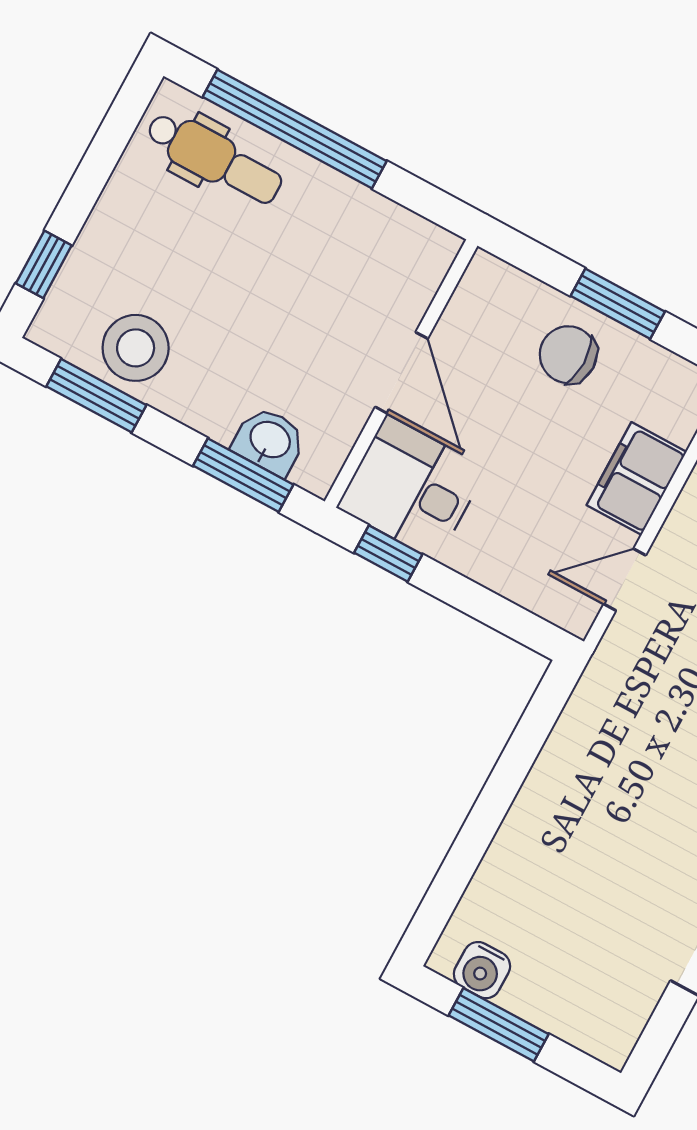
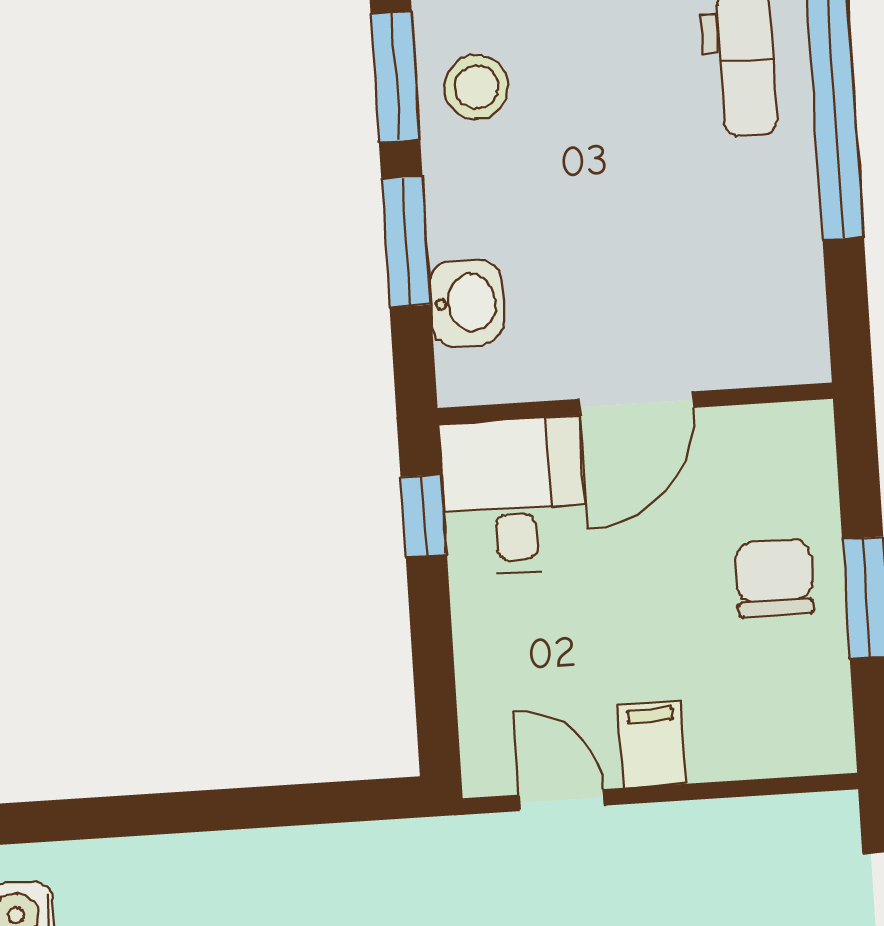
stool: (136, 348) -> (477, 87), width x0.73, depth x0.73
window: (243, 475) -> (406, 242), moved
filing cabinet: (637, 478) -> (652, 744), width x0.50

